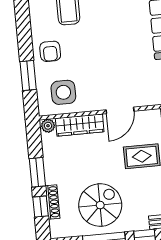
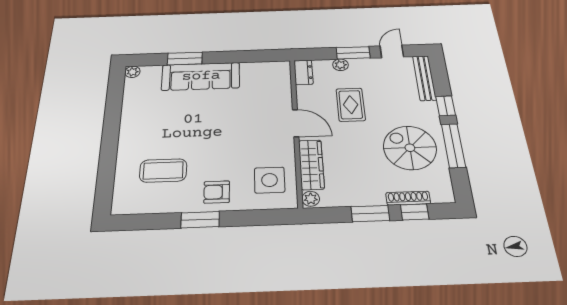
armchair: (50, 51) -> (217, 192), turned 180
window: (28, 75) -> (200, 220), moved

